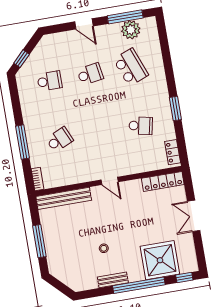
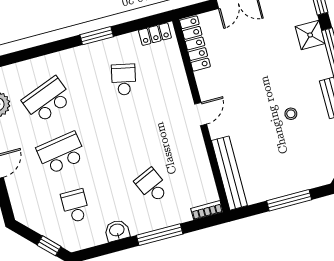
school desk: (90, 74) -> (61, 153), width x1.85
washbasin: (28, 110) -> (117, 231), added
shower: (160, 260) -> (310, 35), width x0.54, depth x0.54

